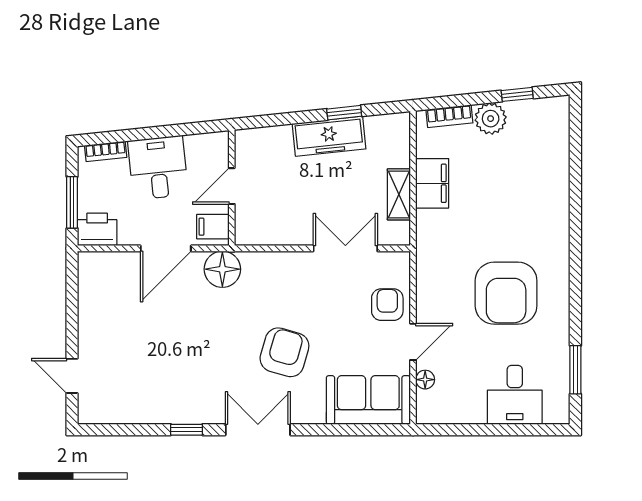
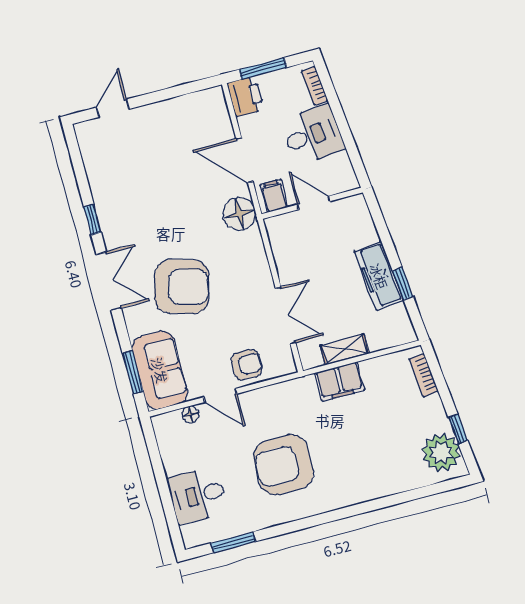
plant: (491, 119) -> (441, 453), moved, width x1.36, depth x1.36
filing cabinet: (432, 183) -> (340, 382), moved
armchair: (284, 352) -> (182, 287), width x1.36, depth x1.36
window: (363, 430) -> (133, 372), added

